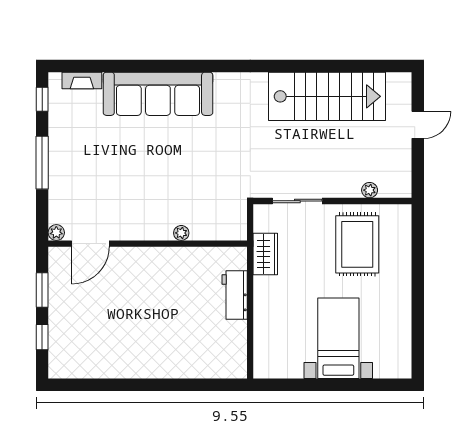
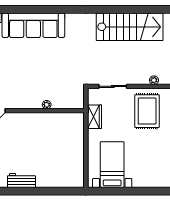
workbench: (235, 295) -> (21, 181), moved, turned 90
bed with nightstands: (338, 338) -> (112, 165), moved

